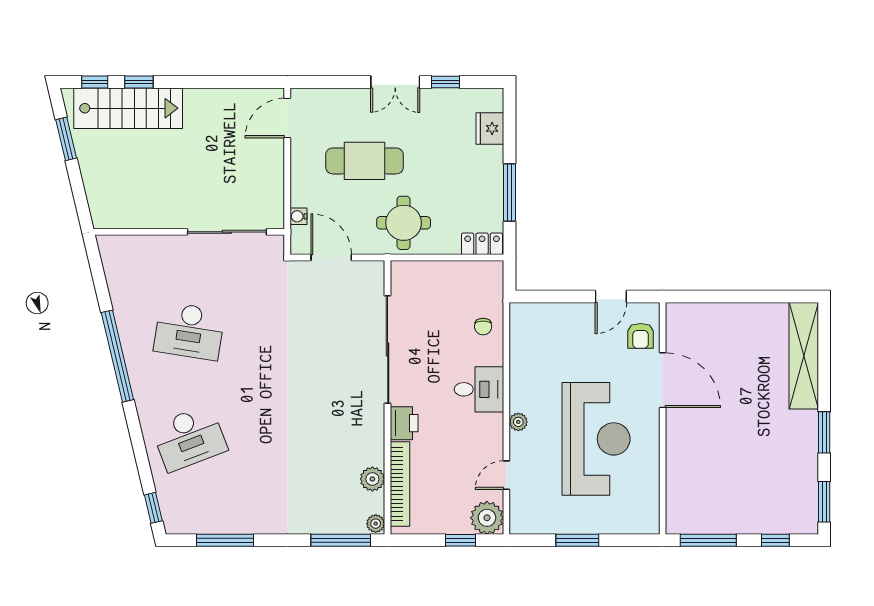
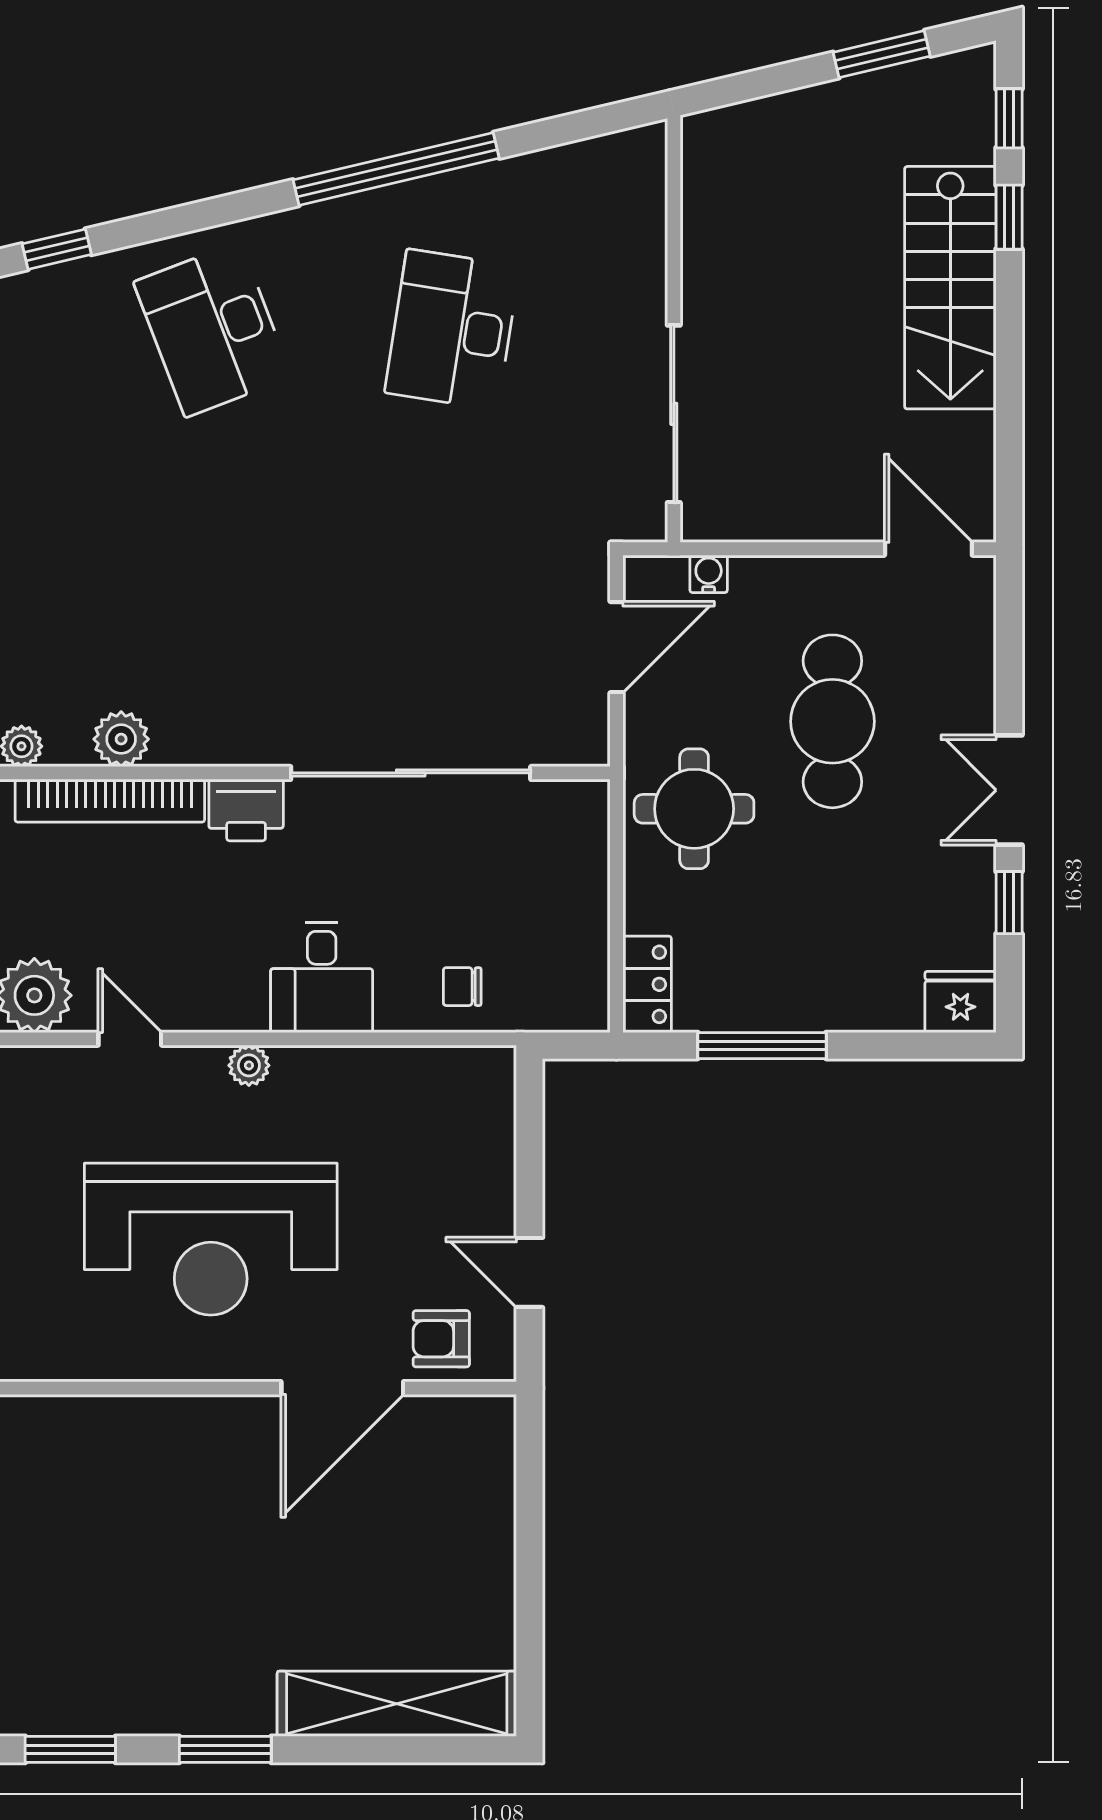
stairs: (128, 108) -> (950, 288), moved
fridge: (490, 128) -> (960, 1002), moved

